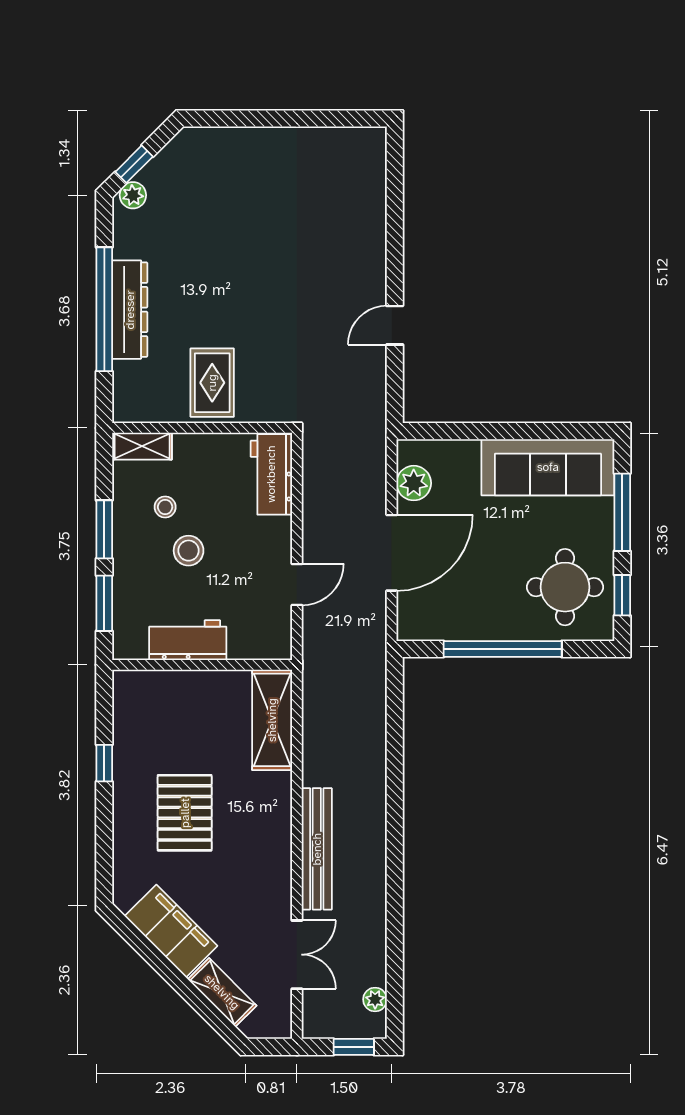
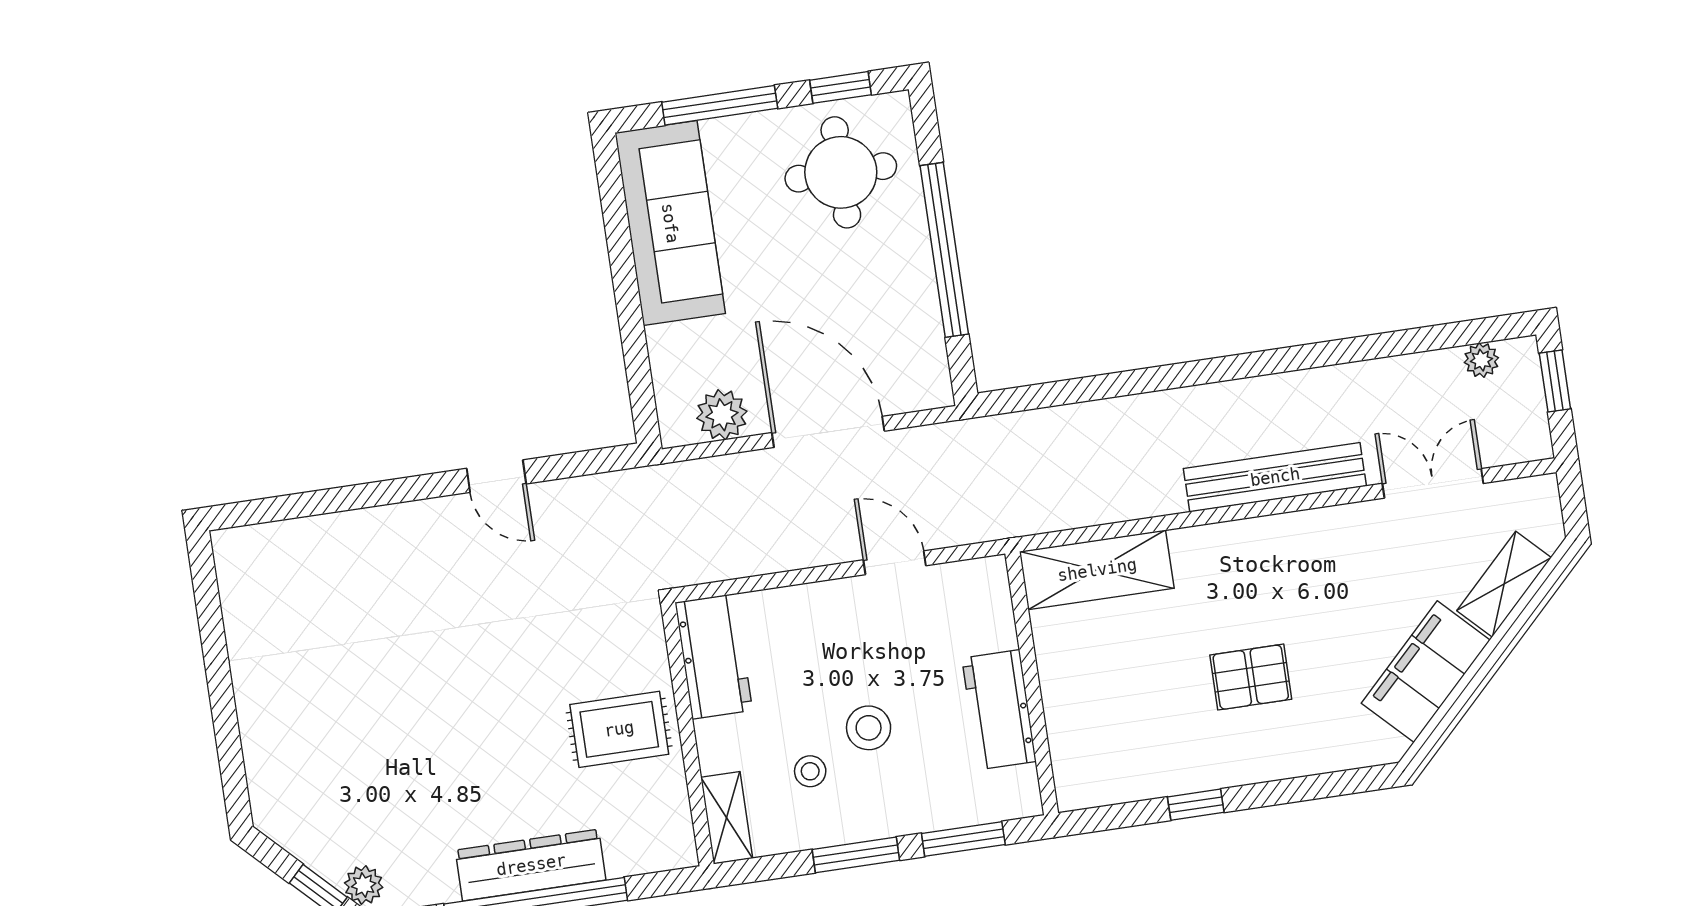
workbench: (271, 474) -> (714, 656), moved, turned -90
pallet: (185, 813) -> (1251, 677), width x0.67, depth x0.71

